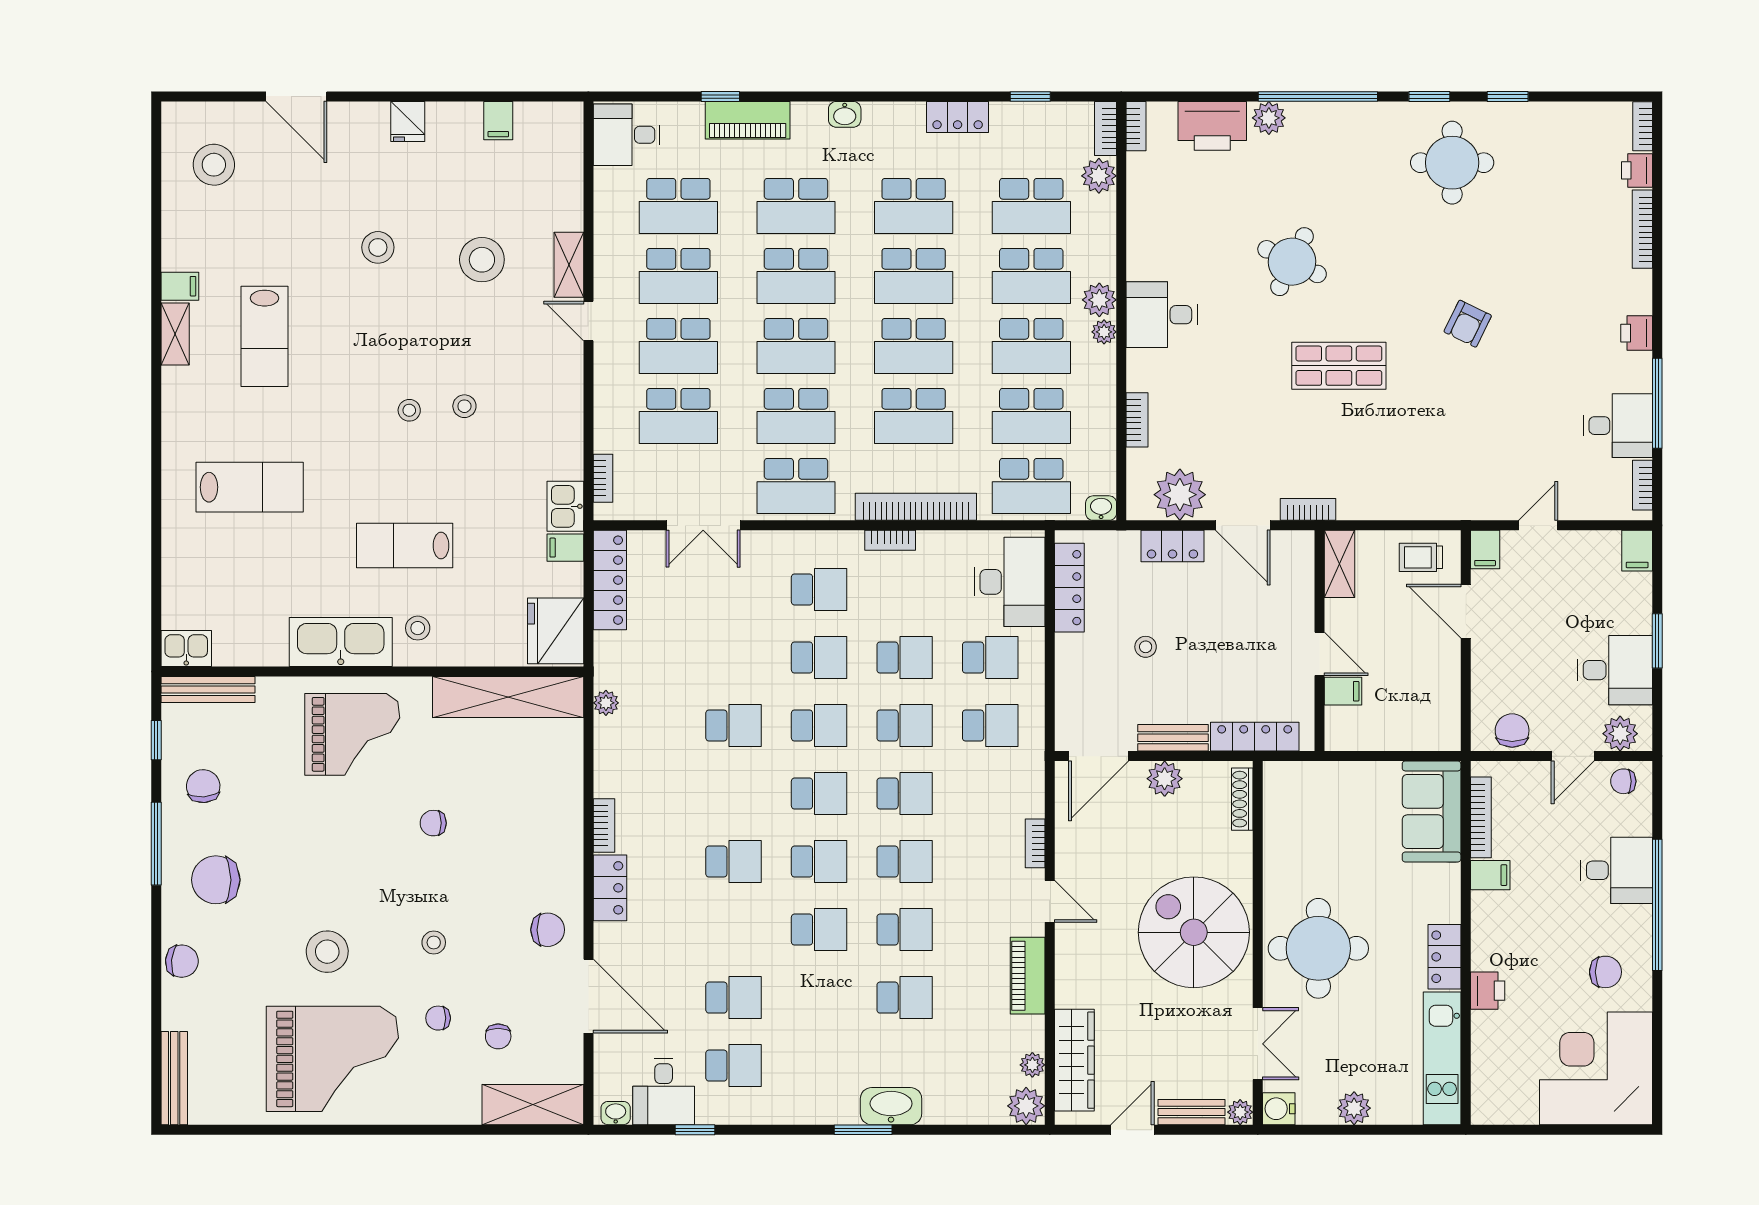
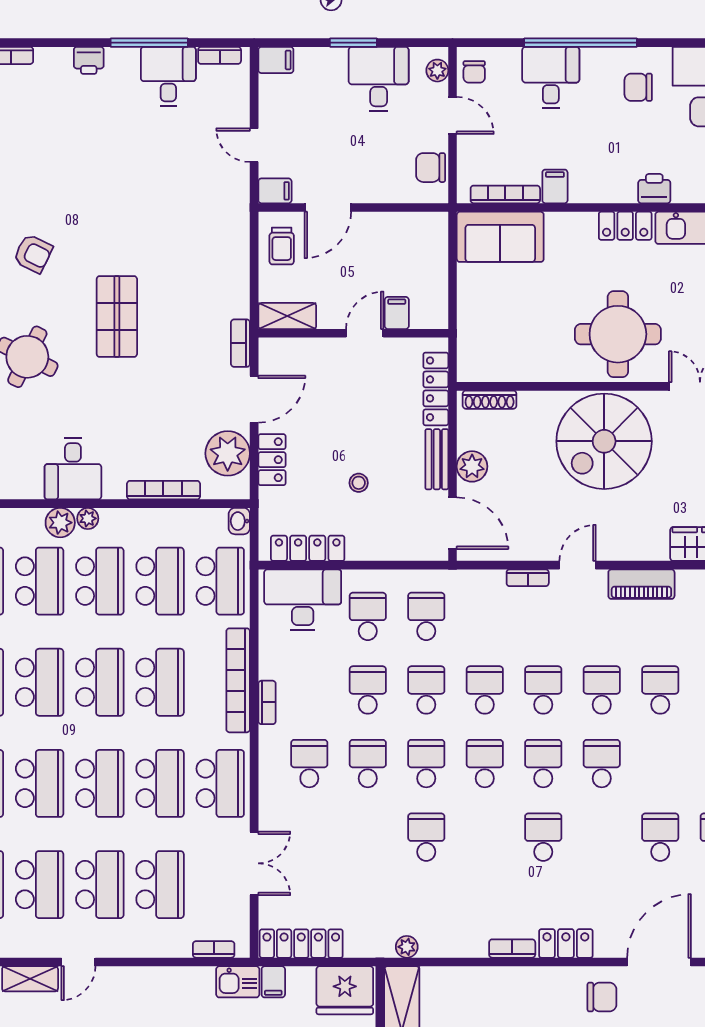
armchair: (1468, 324) -> (33, 254), moved
bookcase: (1137, 420) -> (163, 490), width x1.56
plant: (1620, 734) -> (437, 71), width x0.73, depth x0.73
chair: (548, 930) -> (602, 997), turned 90
chair: (1605, 972) -> (638, 87), turned -90

